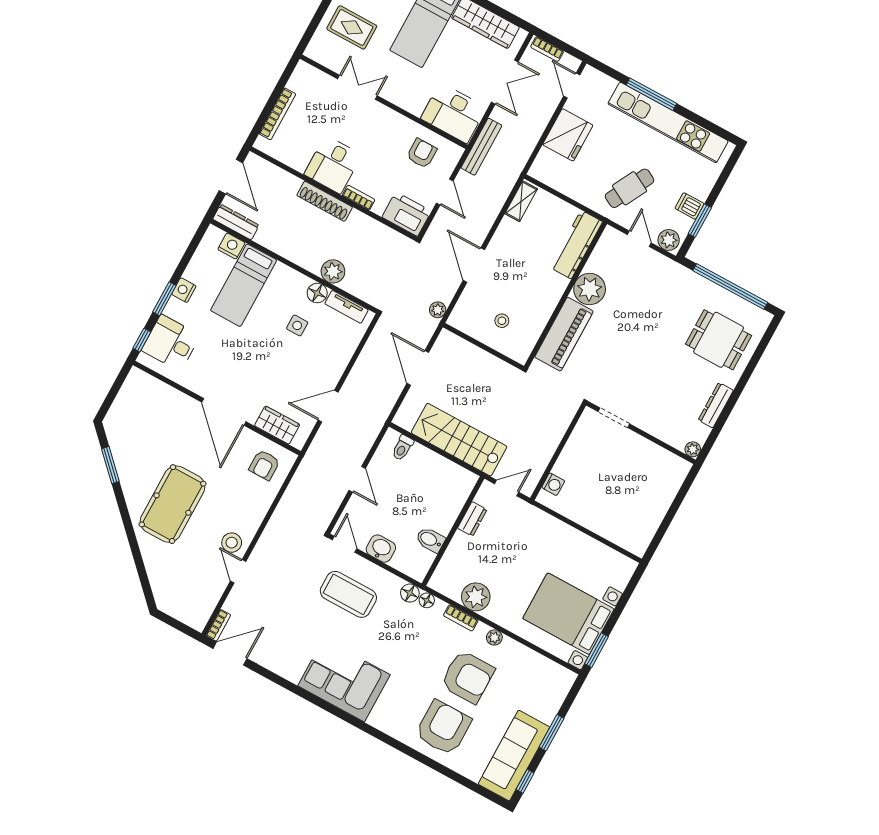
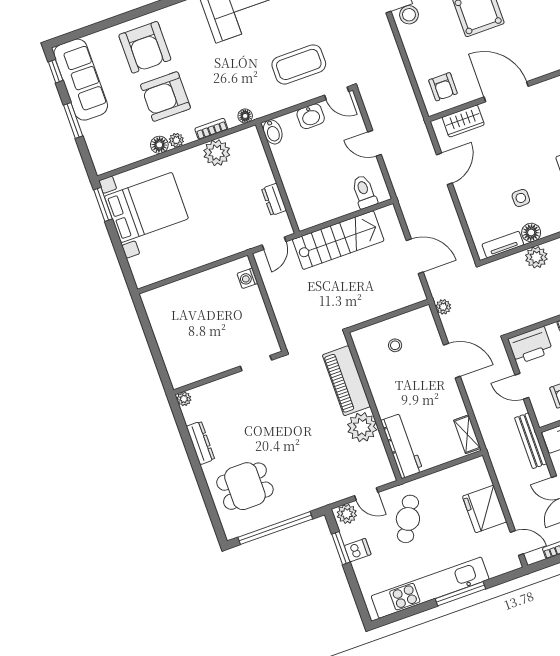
toilet: (403, 448) -> (364, 192), width x1.37, depth x1.39
armchair: (264, 465) -> (443, 87), turned 180
bidet: (430, 540) -> (273, 132), moved, turned 90
floor lamp: (410, 593) -> (159, 145), moved

